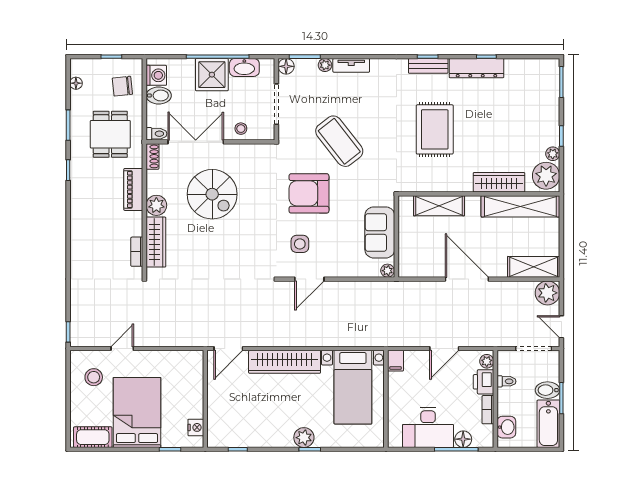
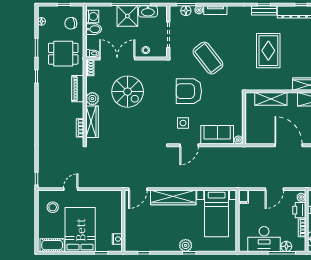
floor lamp: (286, 66) -> (186, 11), moved
dining table: (110, 134) -> (63, 54), turned 90
sofa: (380, 232) -> (217, 135), moved, turned 90

